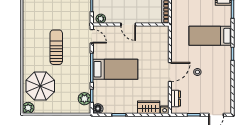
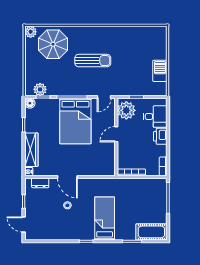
plant: (101, 19) -> (126, 110), width x1.88, depth x1.88
bed: (115, 69) -> (75, 121), width x1.50
wardrobe: (149, 107) -> (31, 150), width x1.50

